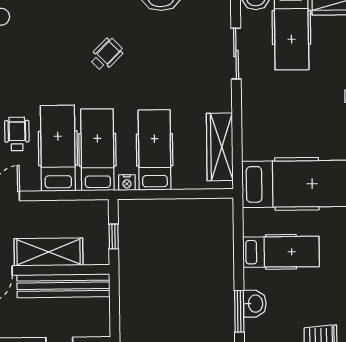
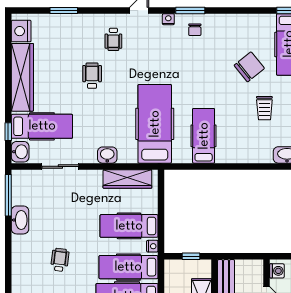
wheelchair: (106, 54) -> (60, 260), turned 52
washbasin: (255, 304) -> (107, 155), moved
window: (239, 311) -> (246, 166), removed

